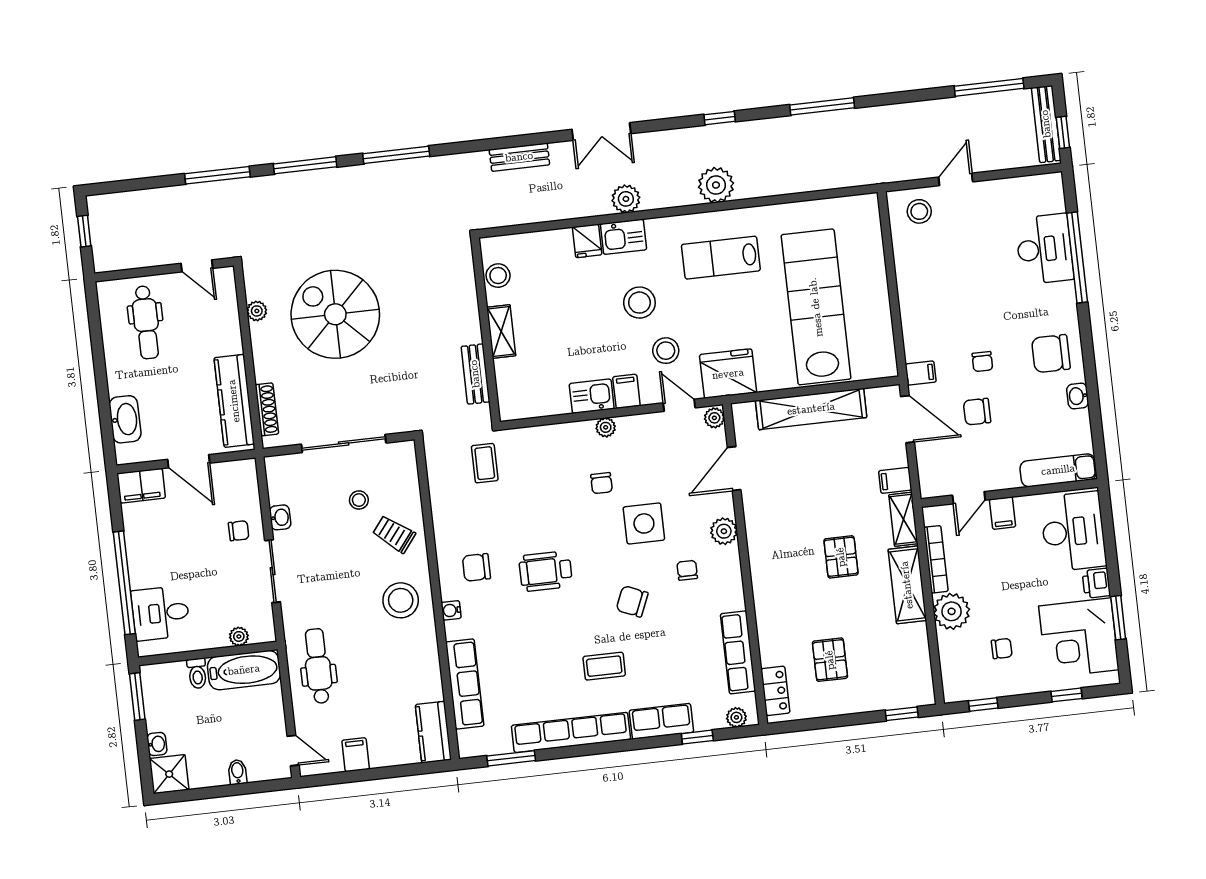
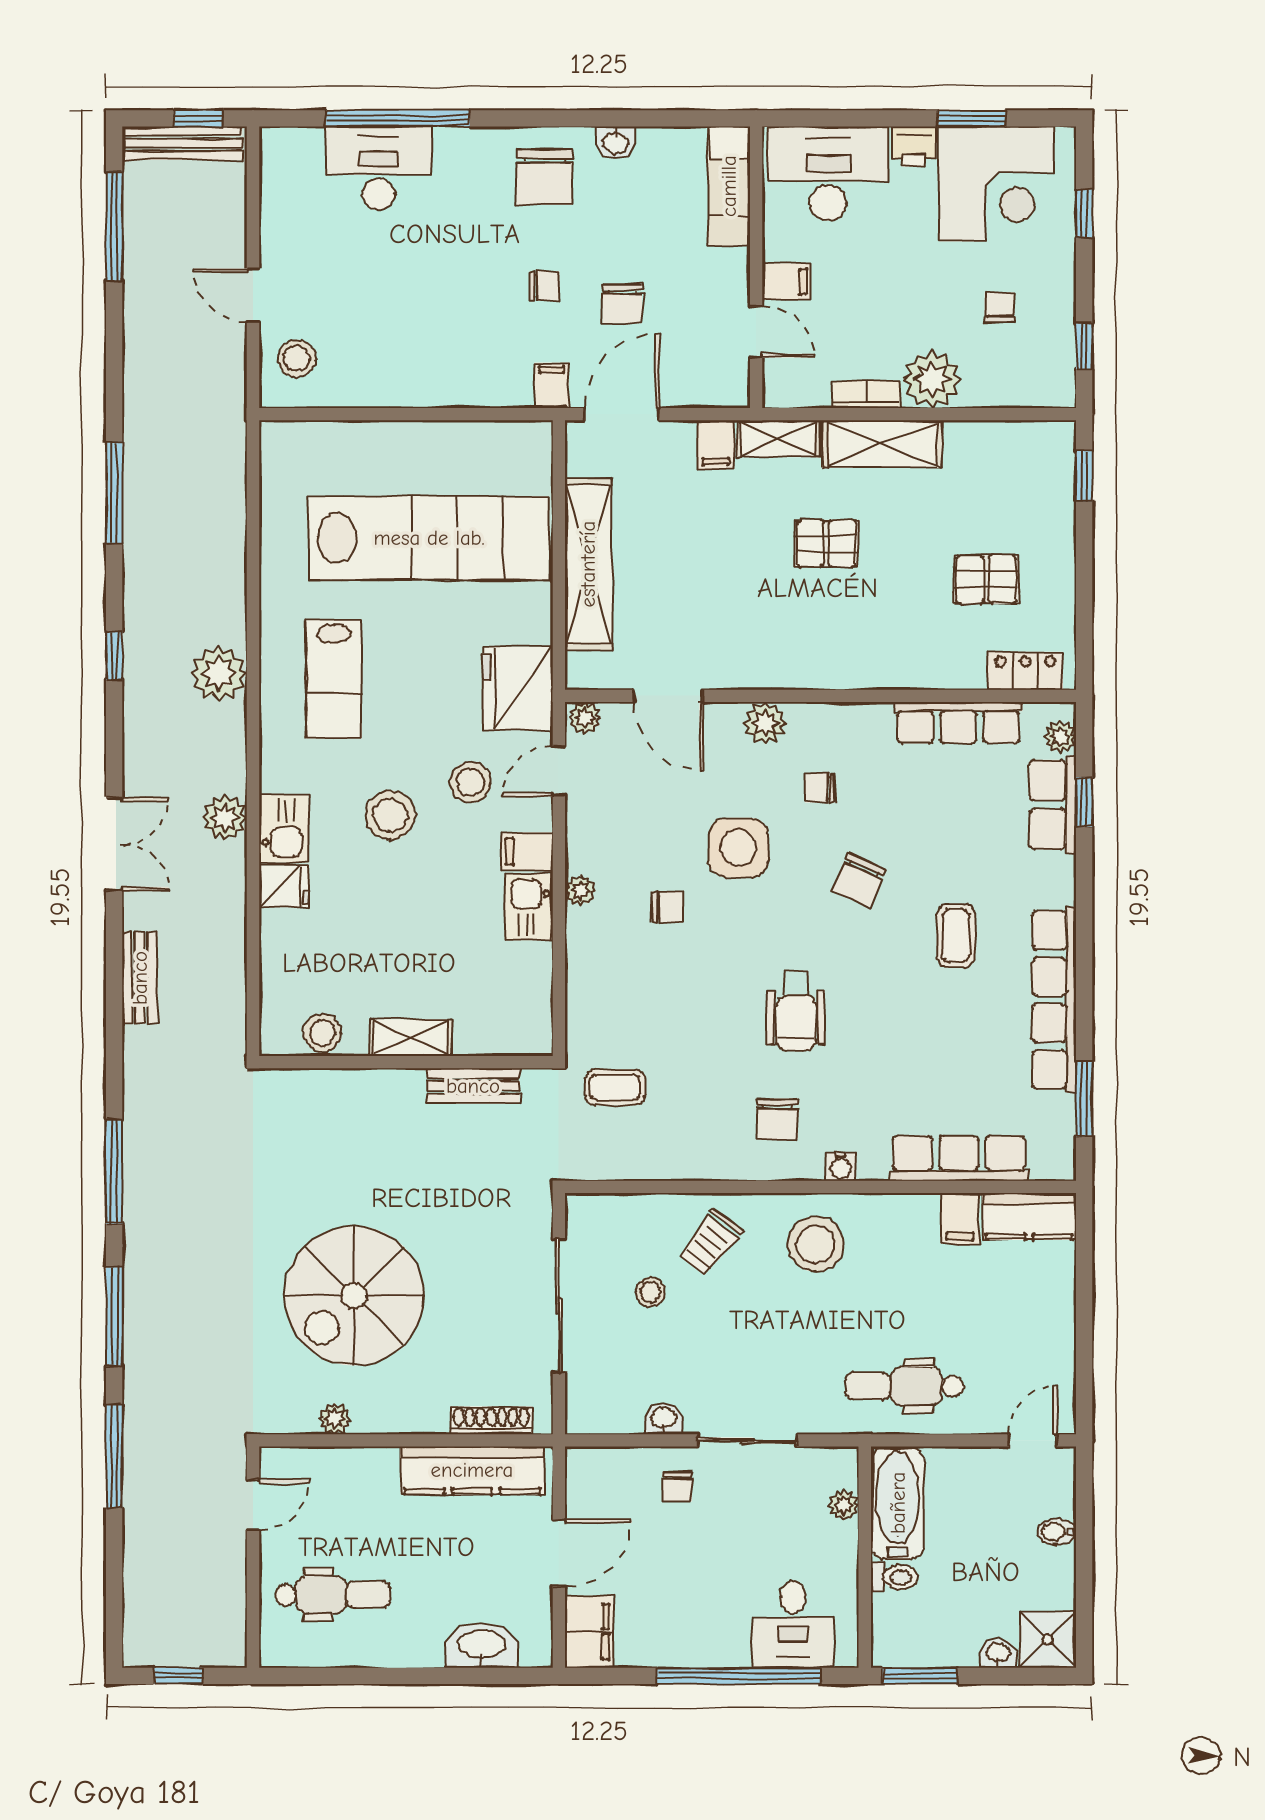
lab bench: (816, 307) -> (429, 538), turned 180
chair: (239, 531) -> (677, 1487), turned 180
bookcase: (936, 559) -> (866, 395), width x0.64
row of seats: (661, 721) -> (1053, 805), moved
filing cabinet: (356, 755) -> (960, 1218), moved, turned -90

